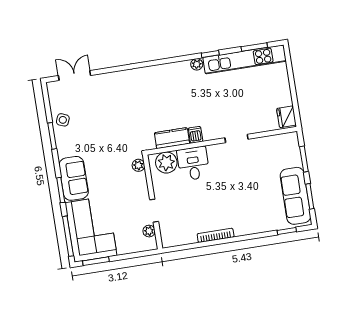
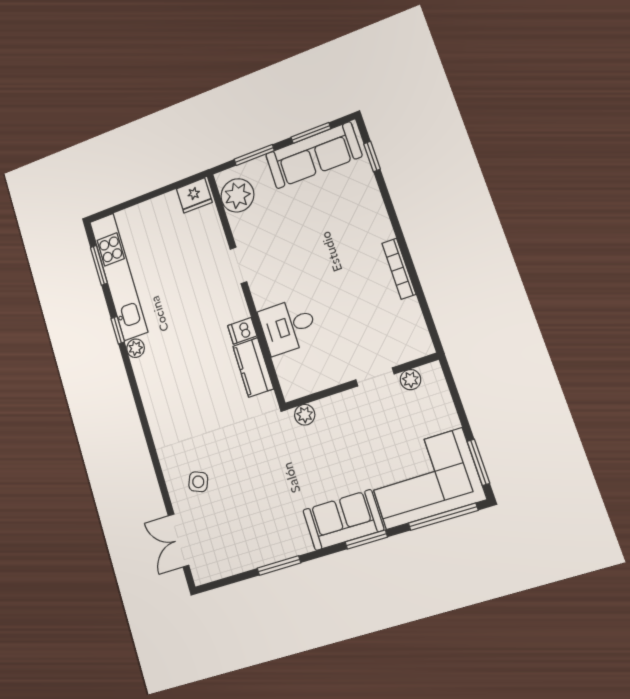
side table: (63, 120) -> (198, 482), moved
plant: (166, 163) -> (237, 195), moved

